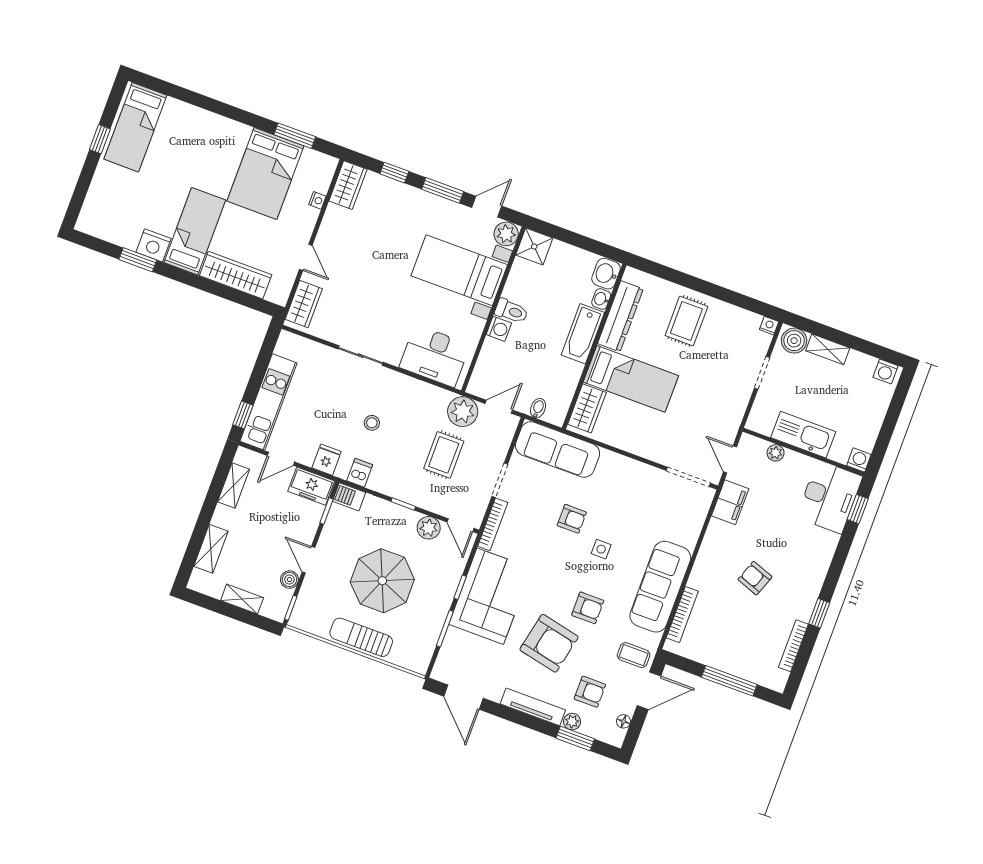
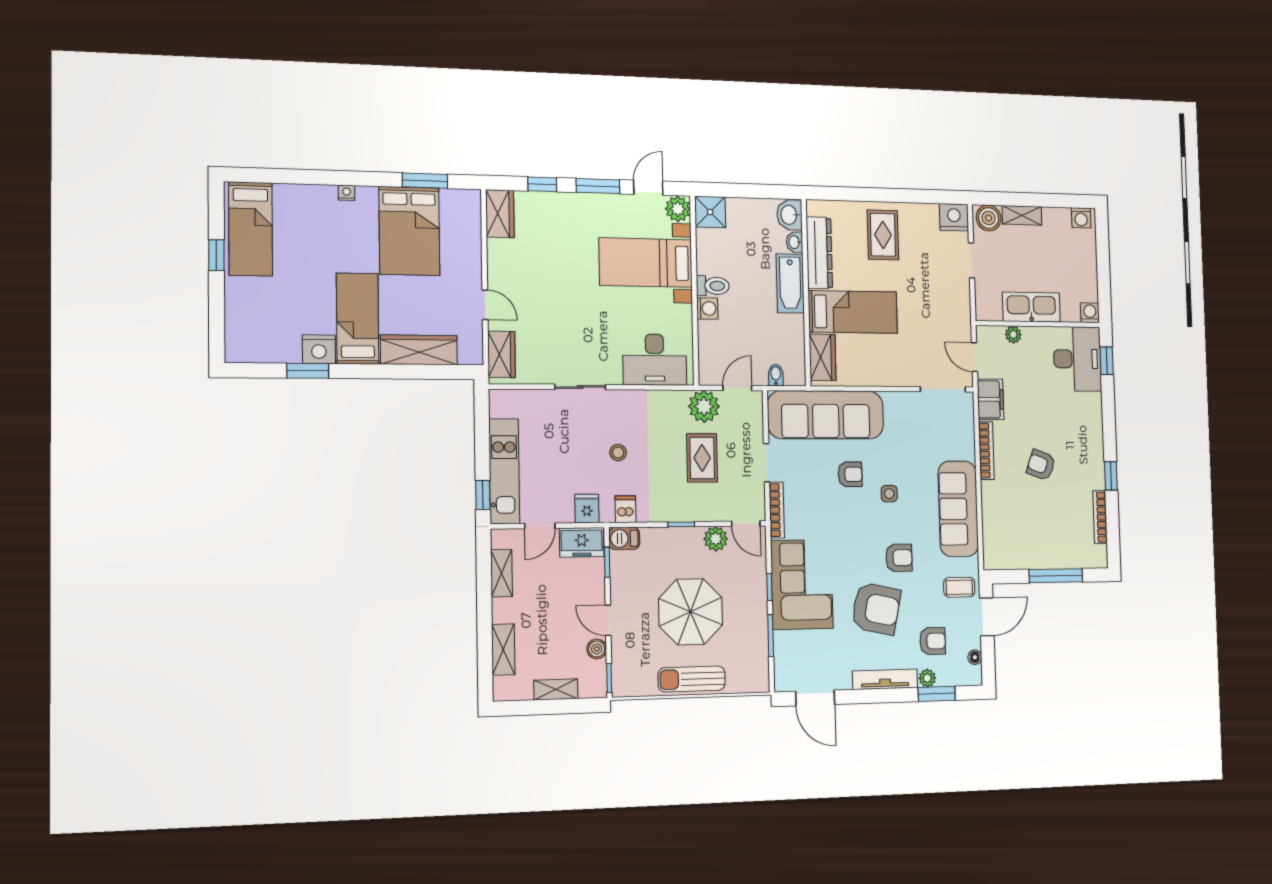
nightstand: (317, 200) -> (347, 193), moved, turned -90
nightstand: (769, 326) -> (954, 217), width x1.89, depth x1.79
sofa: (558, 449) -> (826, 415), width x1.36, depth x1.27
bookcase: (682, 615) -> (986, 451), moved

